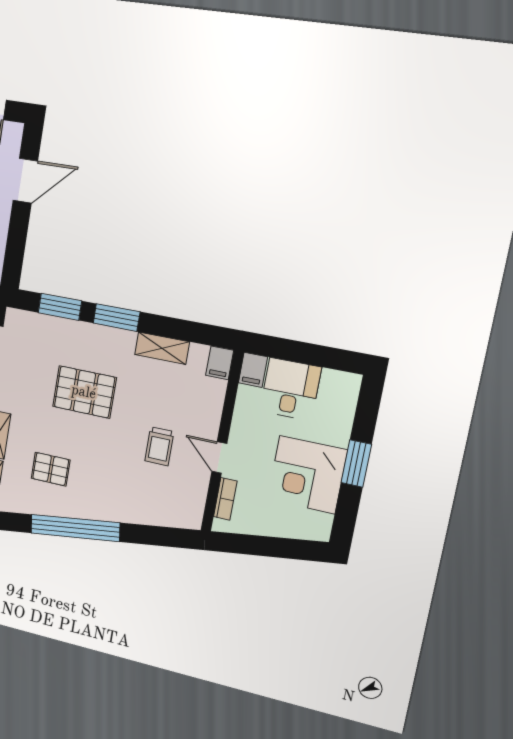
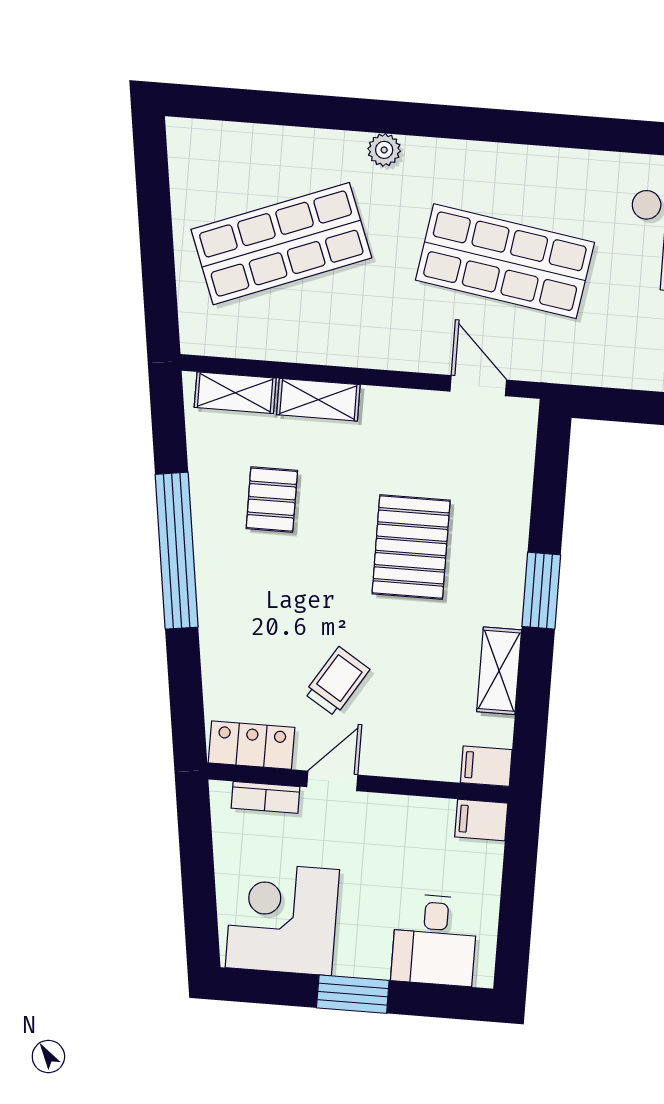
window: (60, 307) -> (549, 493), removed
desk: (290, 389) -> (434, 940), moved, turned 90
trolley: (159, 446) -> (337, 681), turned 122
corner desk: (307, 475) -> (282, 919), moved
locker: (193, 502) -> (251, 745), added

